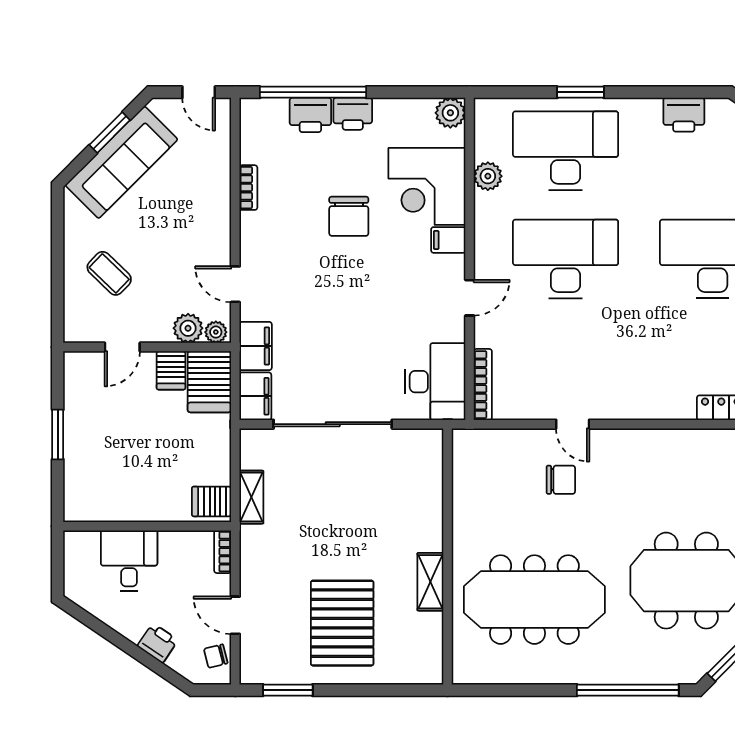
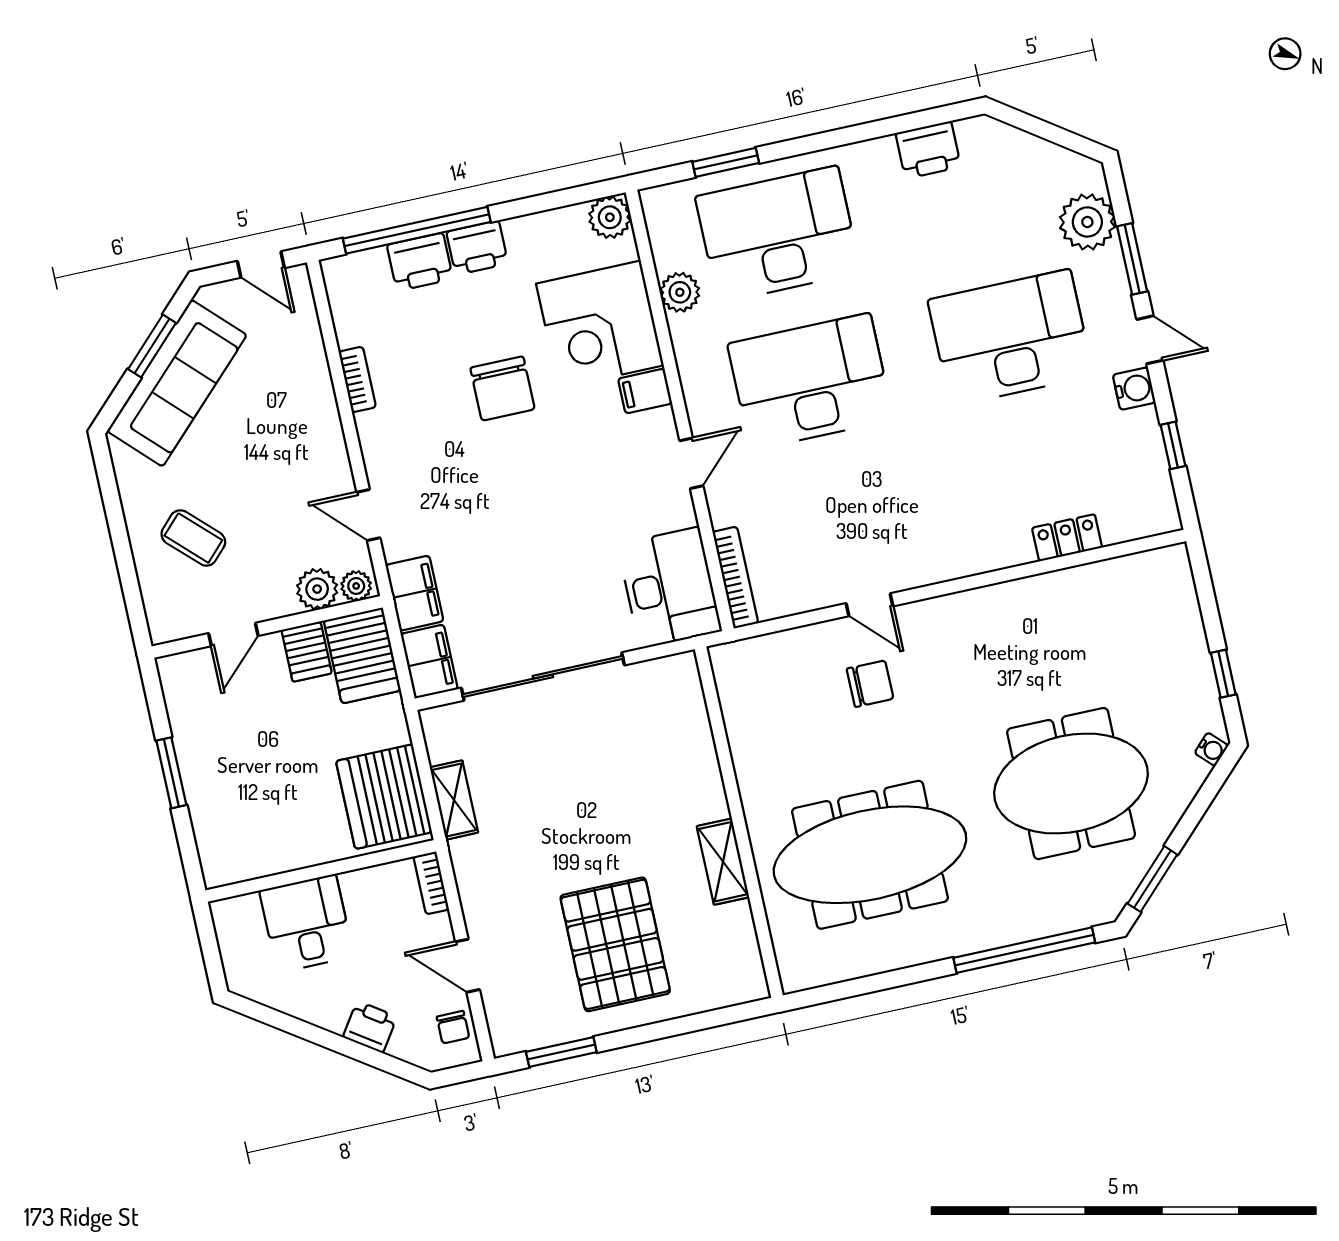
window: (580, 92) -> (726, 162), moved
server rack: (212, 501) -> (384, 797), width x2.18, depth x1.44
chair: (216, 656) -> (453, 1027), turned -76

